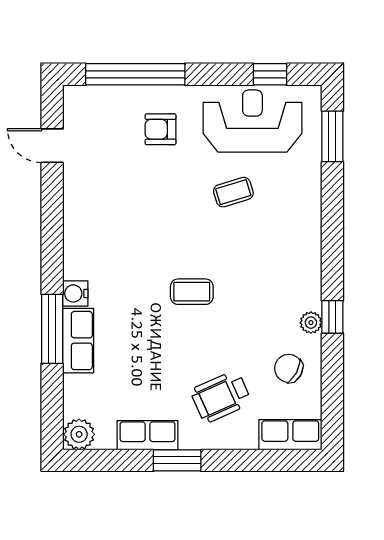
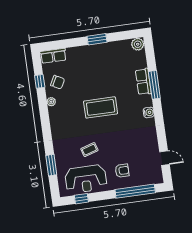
window: (332, 136) -> (51, 165), moved
coffee table: (192, 292) -> (101, 107), width x1.86, depth x1.72
water cooler: (75, 293) -> (149, 112), moved
window: (332, 317) -> (40, 81), moved
wheelchair: (221, 397) -> (83, 67), removed
row of seats: (148, 435) -> (110, 48), removed

